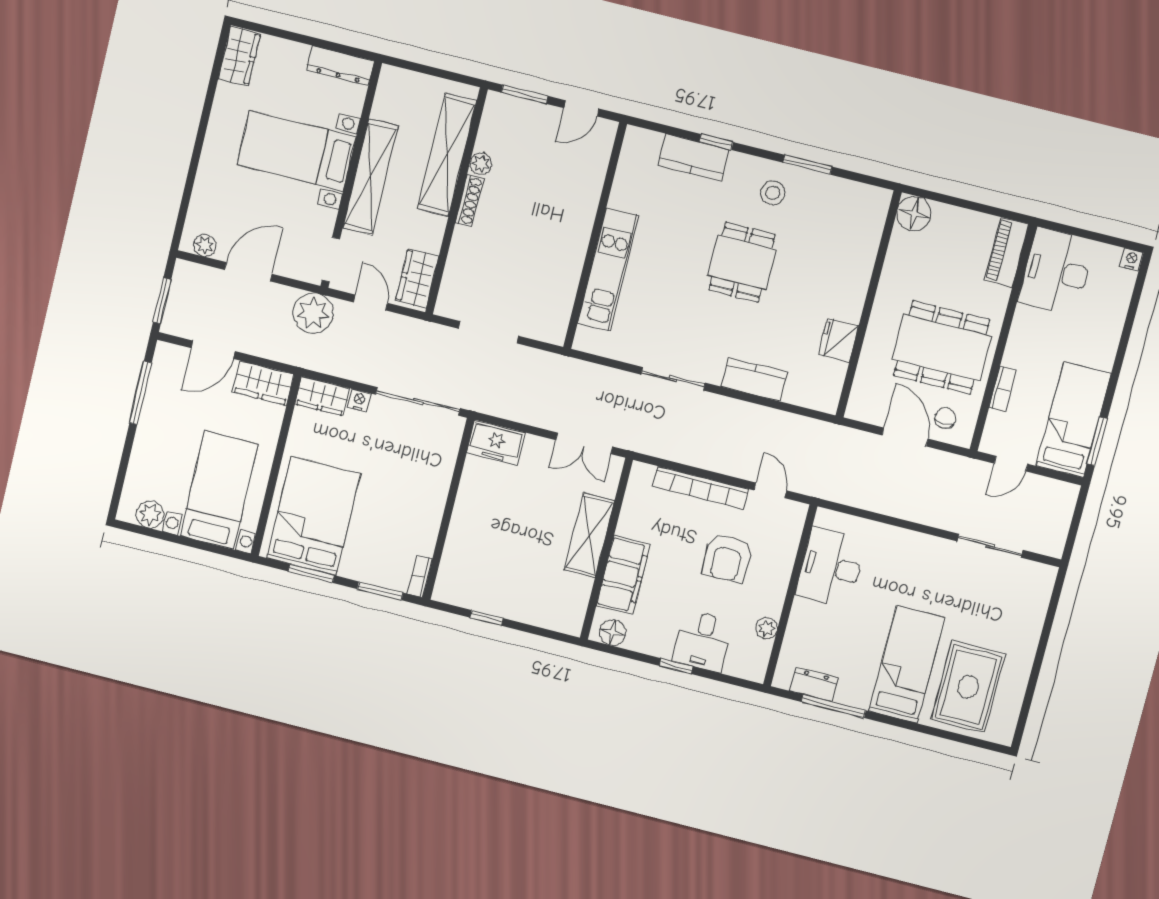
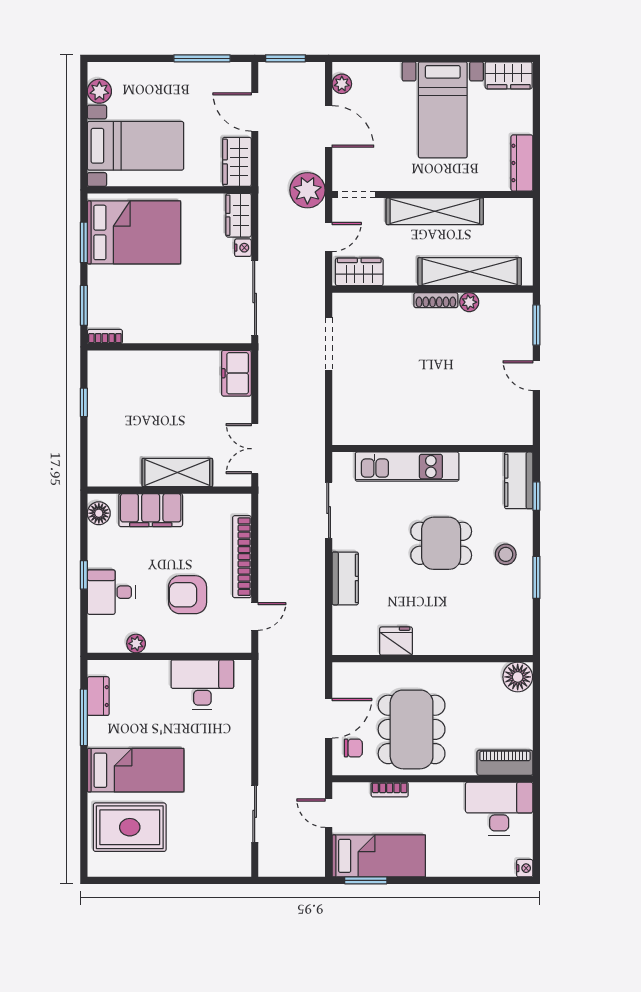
bed with nightstands: (296, 151) -> (443, 110), moved, turned 180
wall: (595, 236) -> (433, 449), moved
kitchen unit: (608, 269) -> (407, 467), moved

